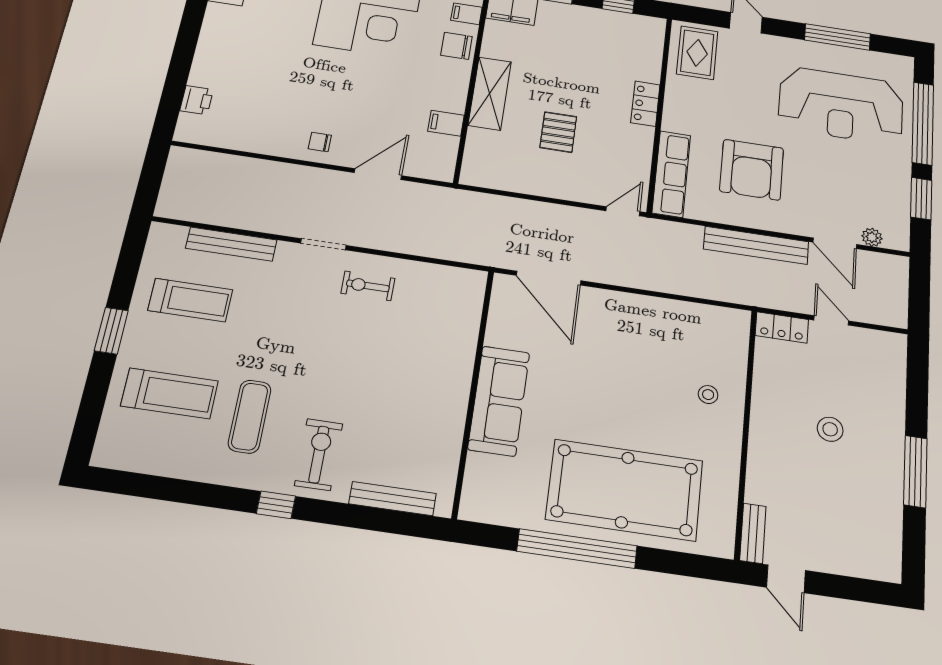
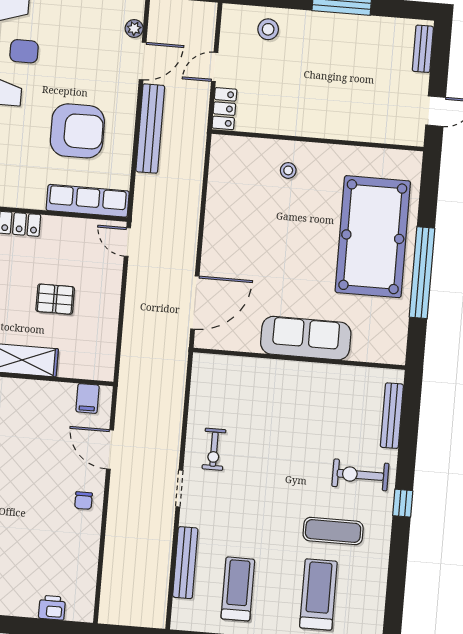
filing cabinet: (446, 123) -> (88, 398), moved
stool: (830, 429) -> (268, 29), moved
bench: (753, 533) -> (423, 49), moved, turned 90

